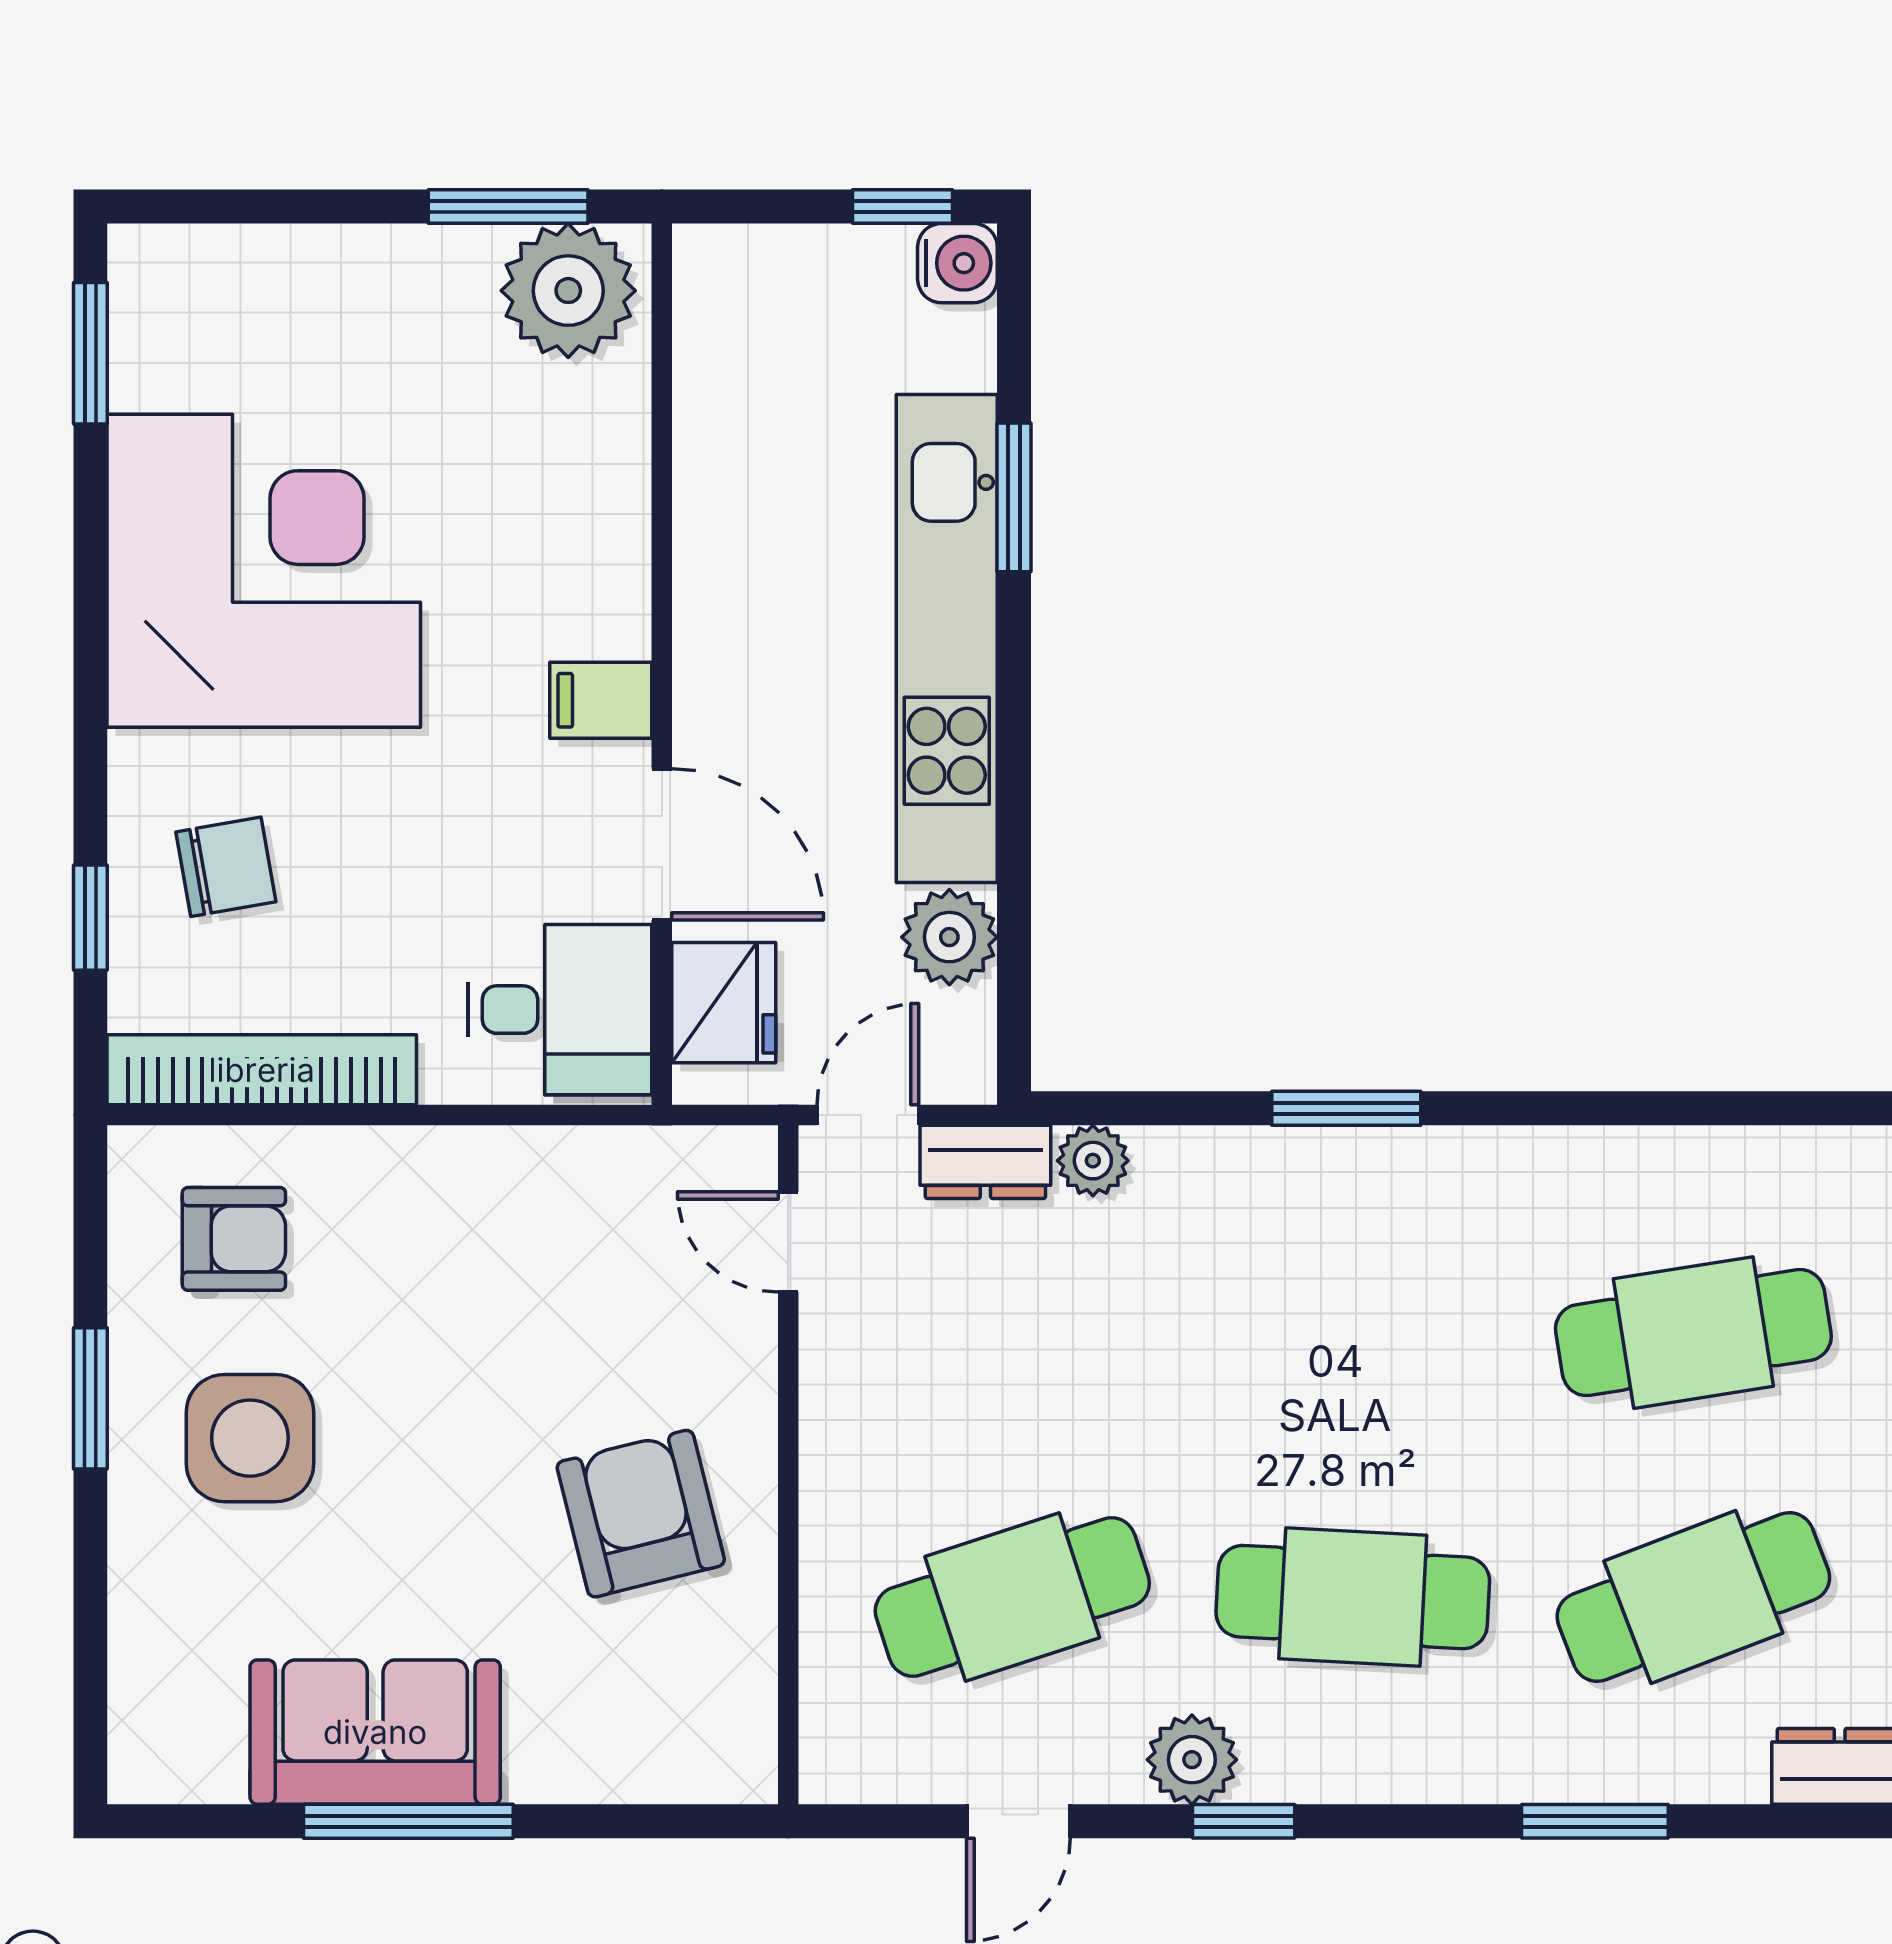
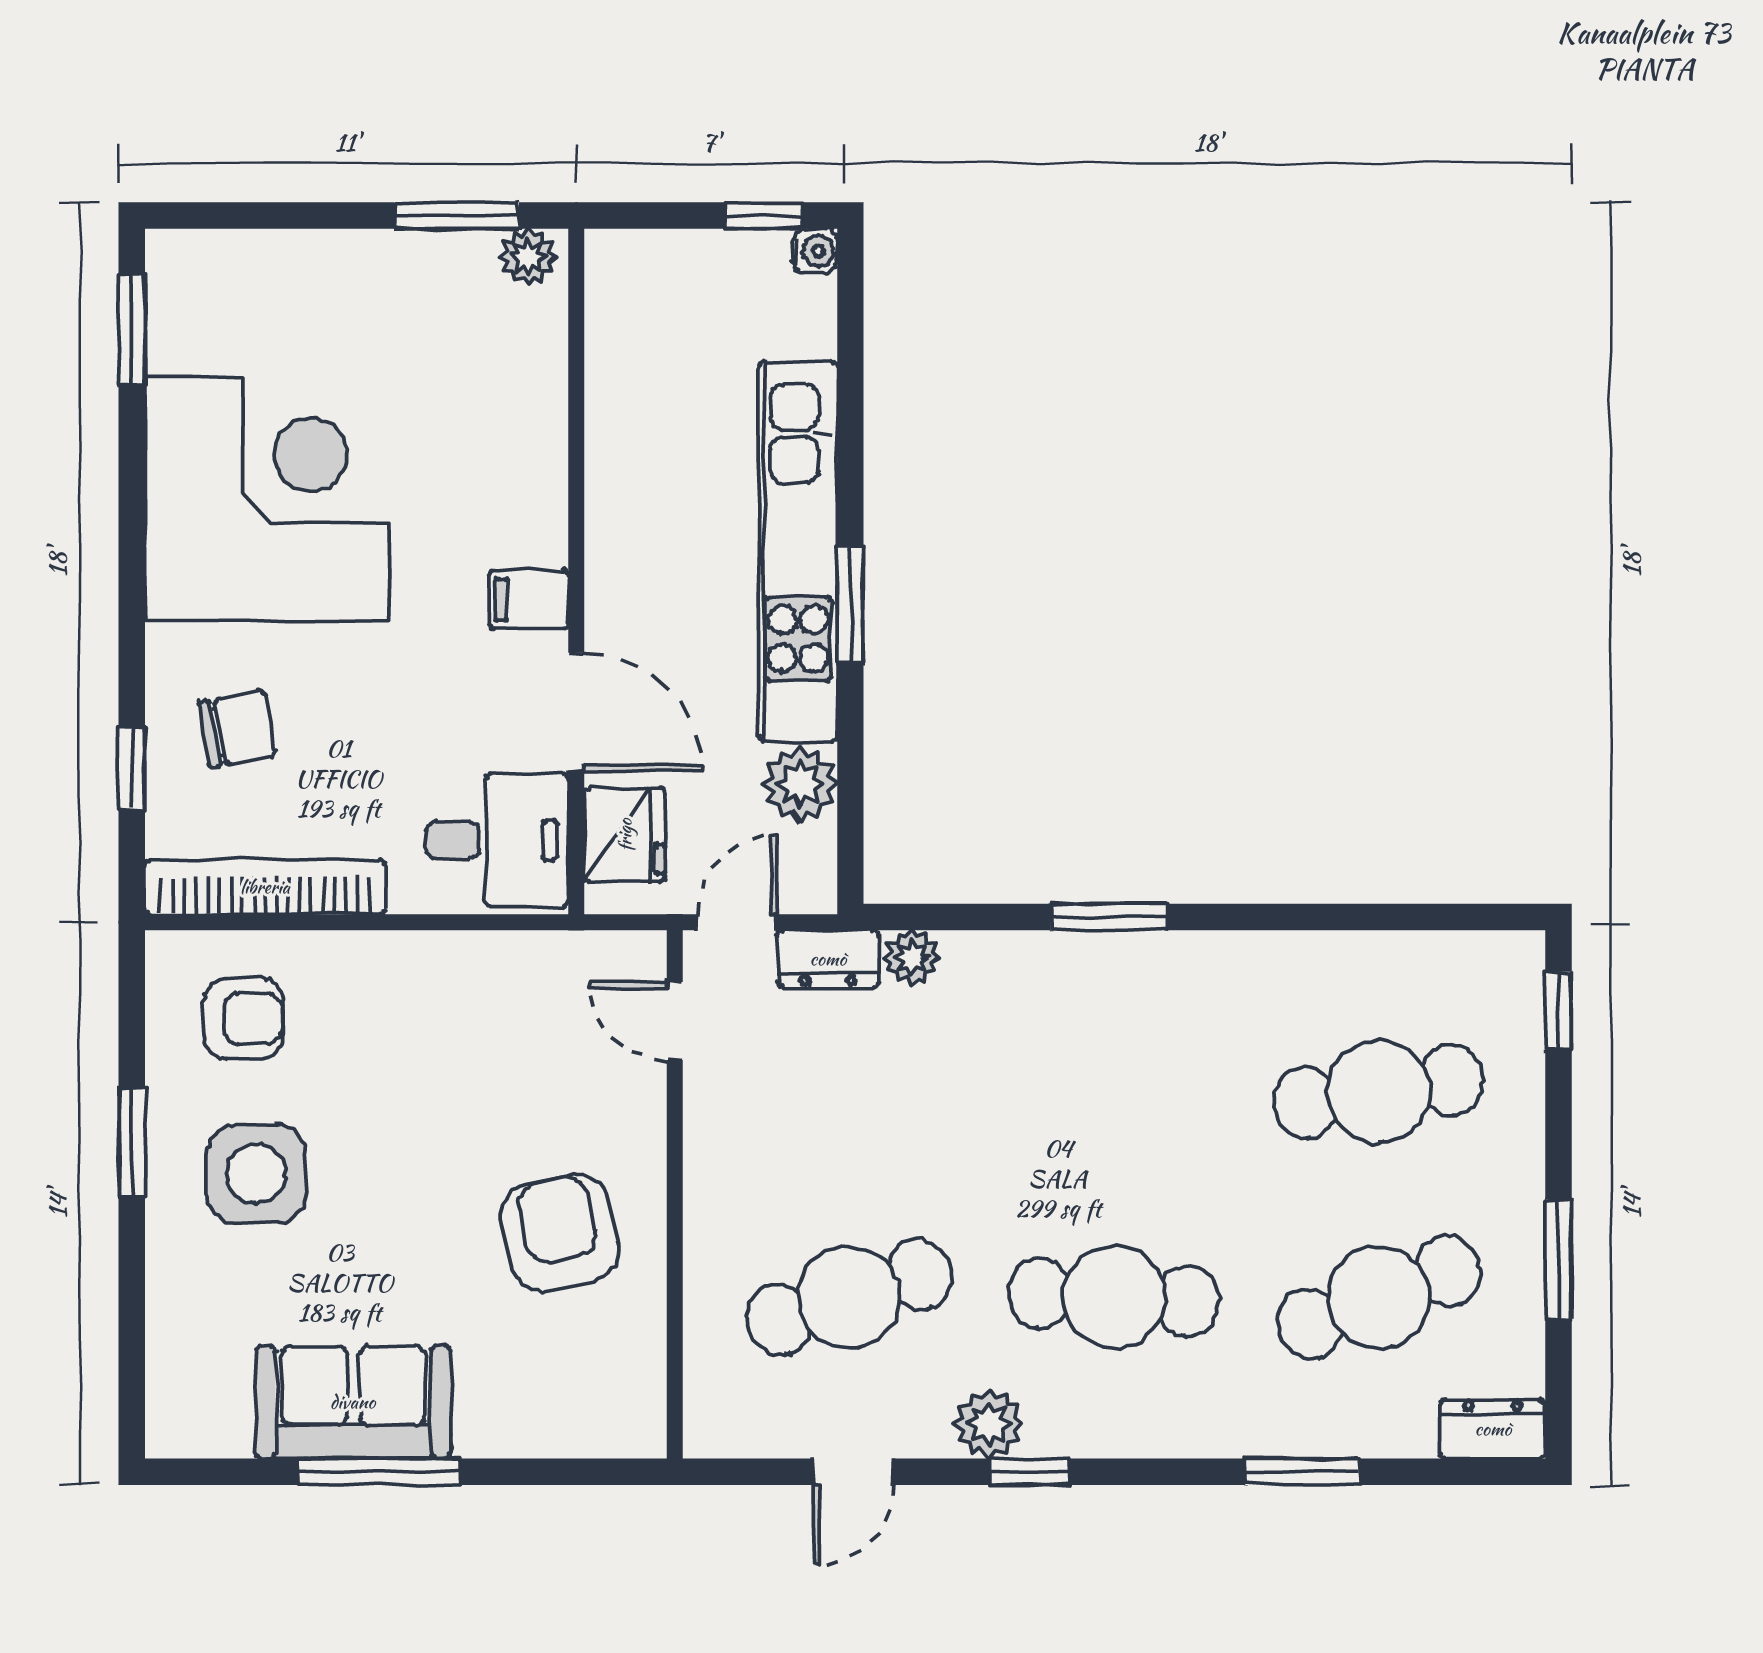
water cooler: (957, 263) -> (815, 251), width x0.72, depth x0.72
plant: (568, 291) -> (528, 256), width x0.53, depth x0.53
window: (1014, 497) -> (850, 605), moved

